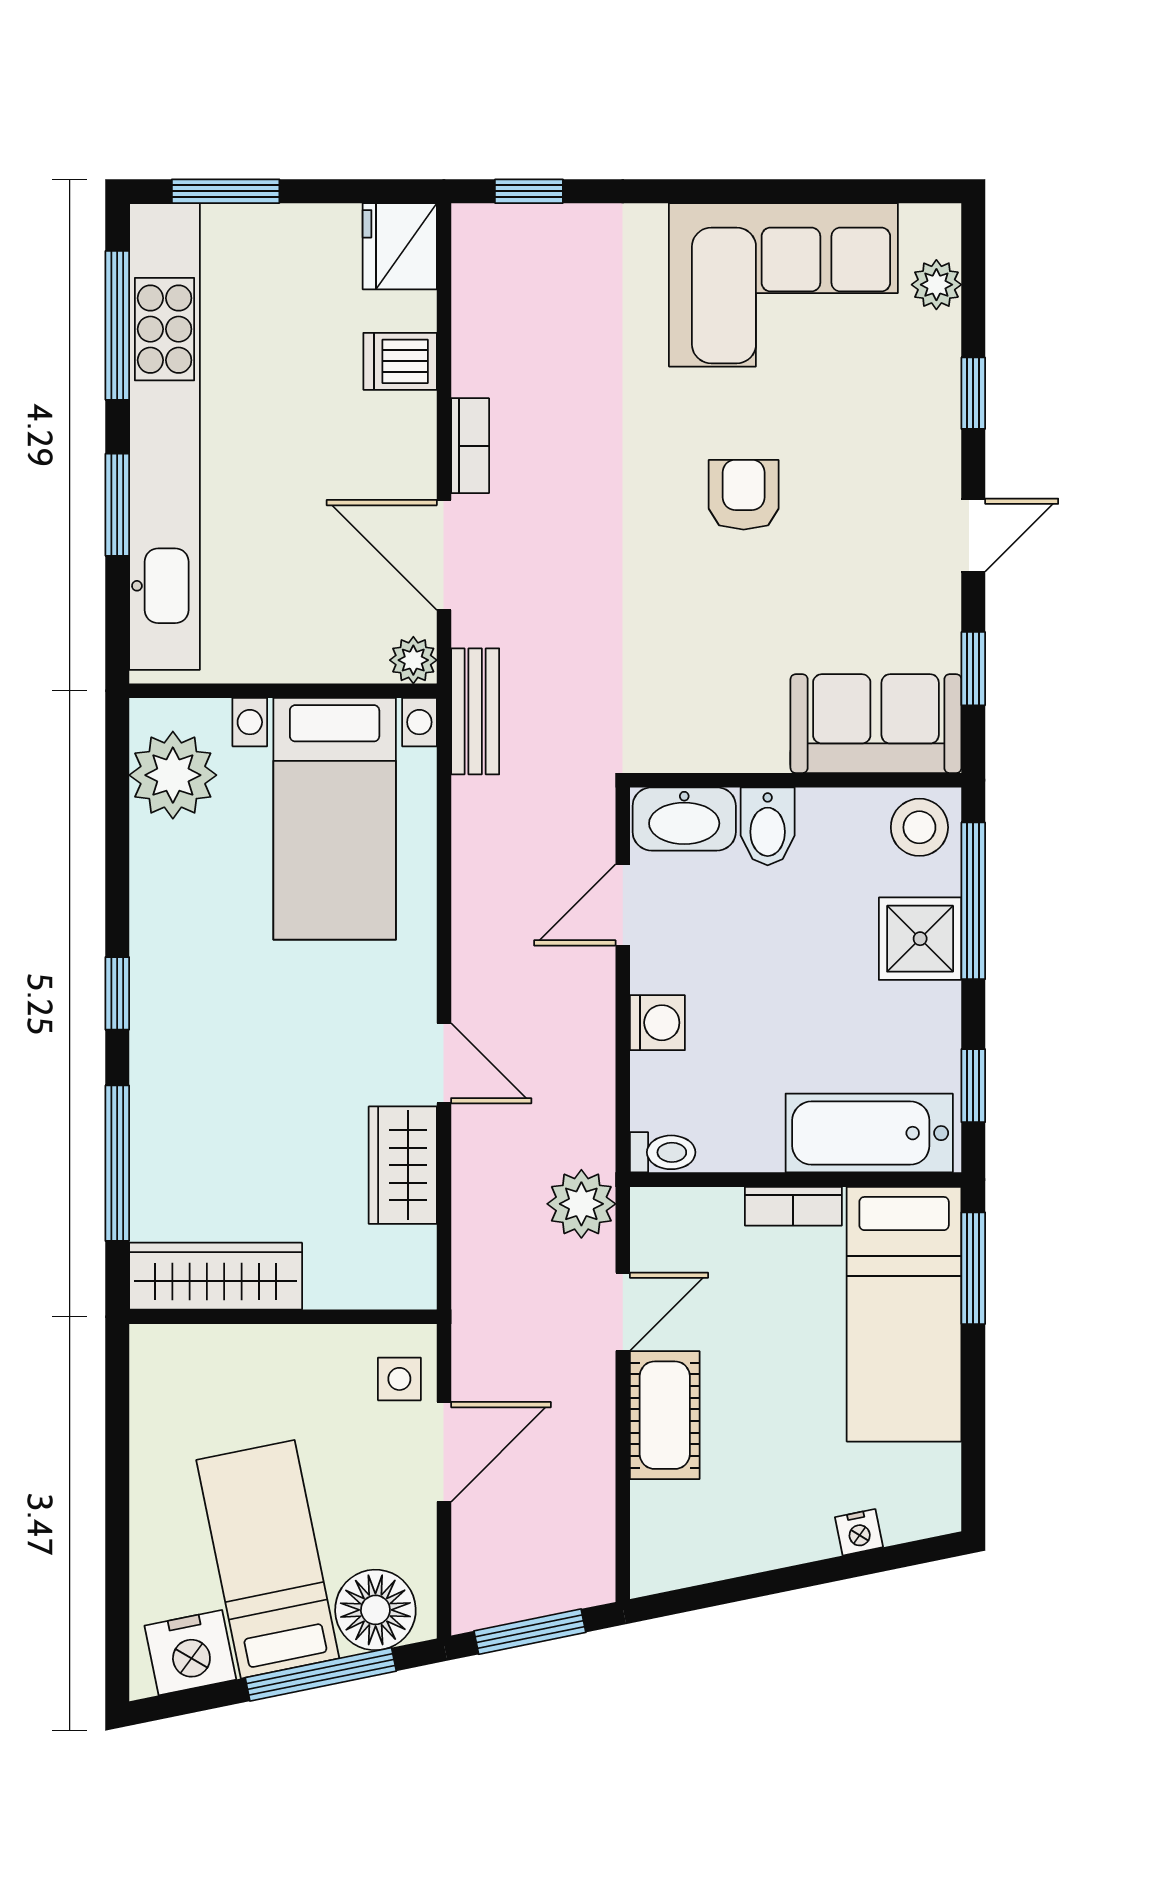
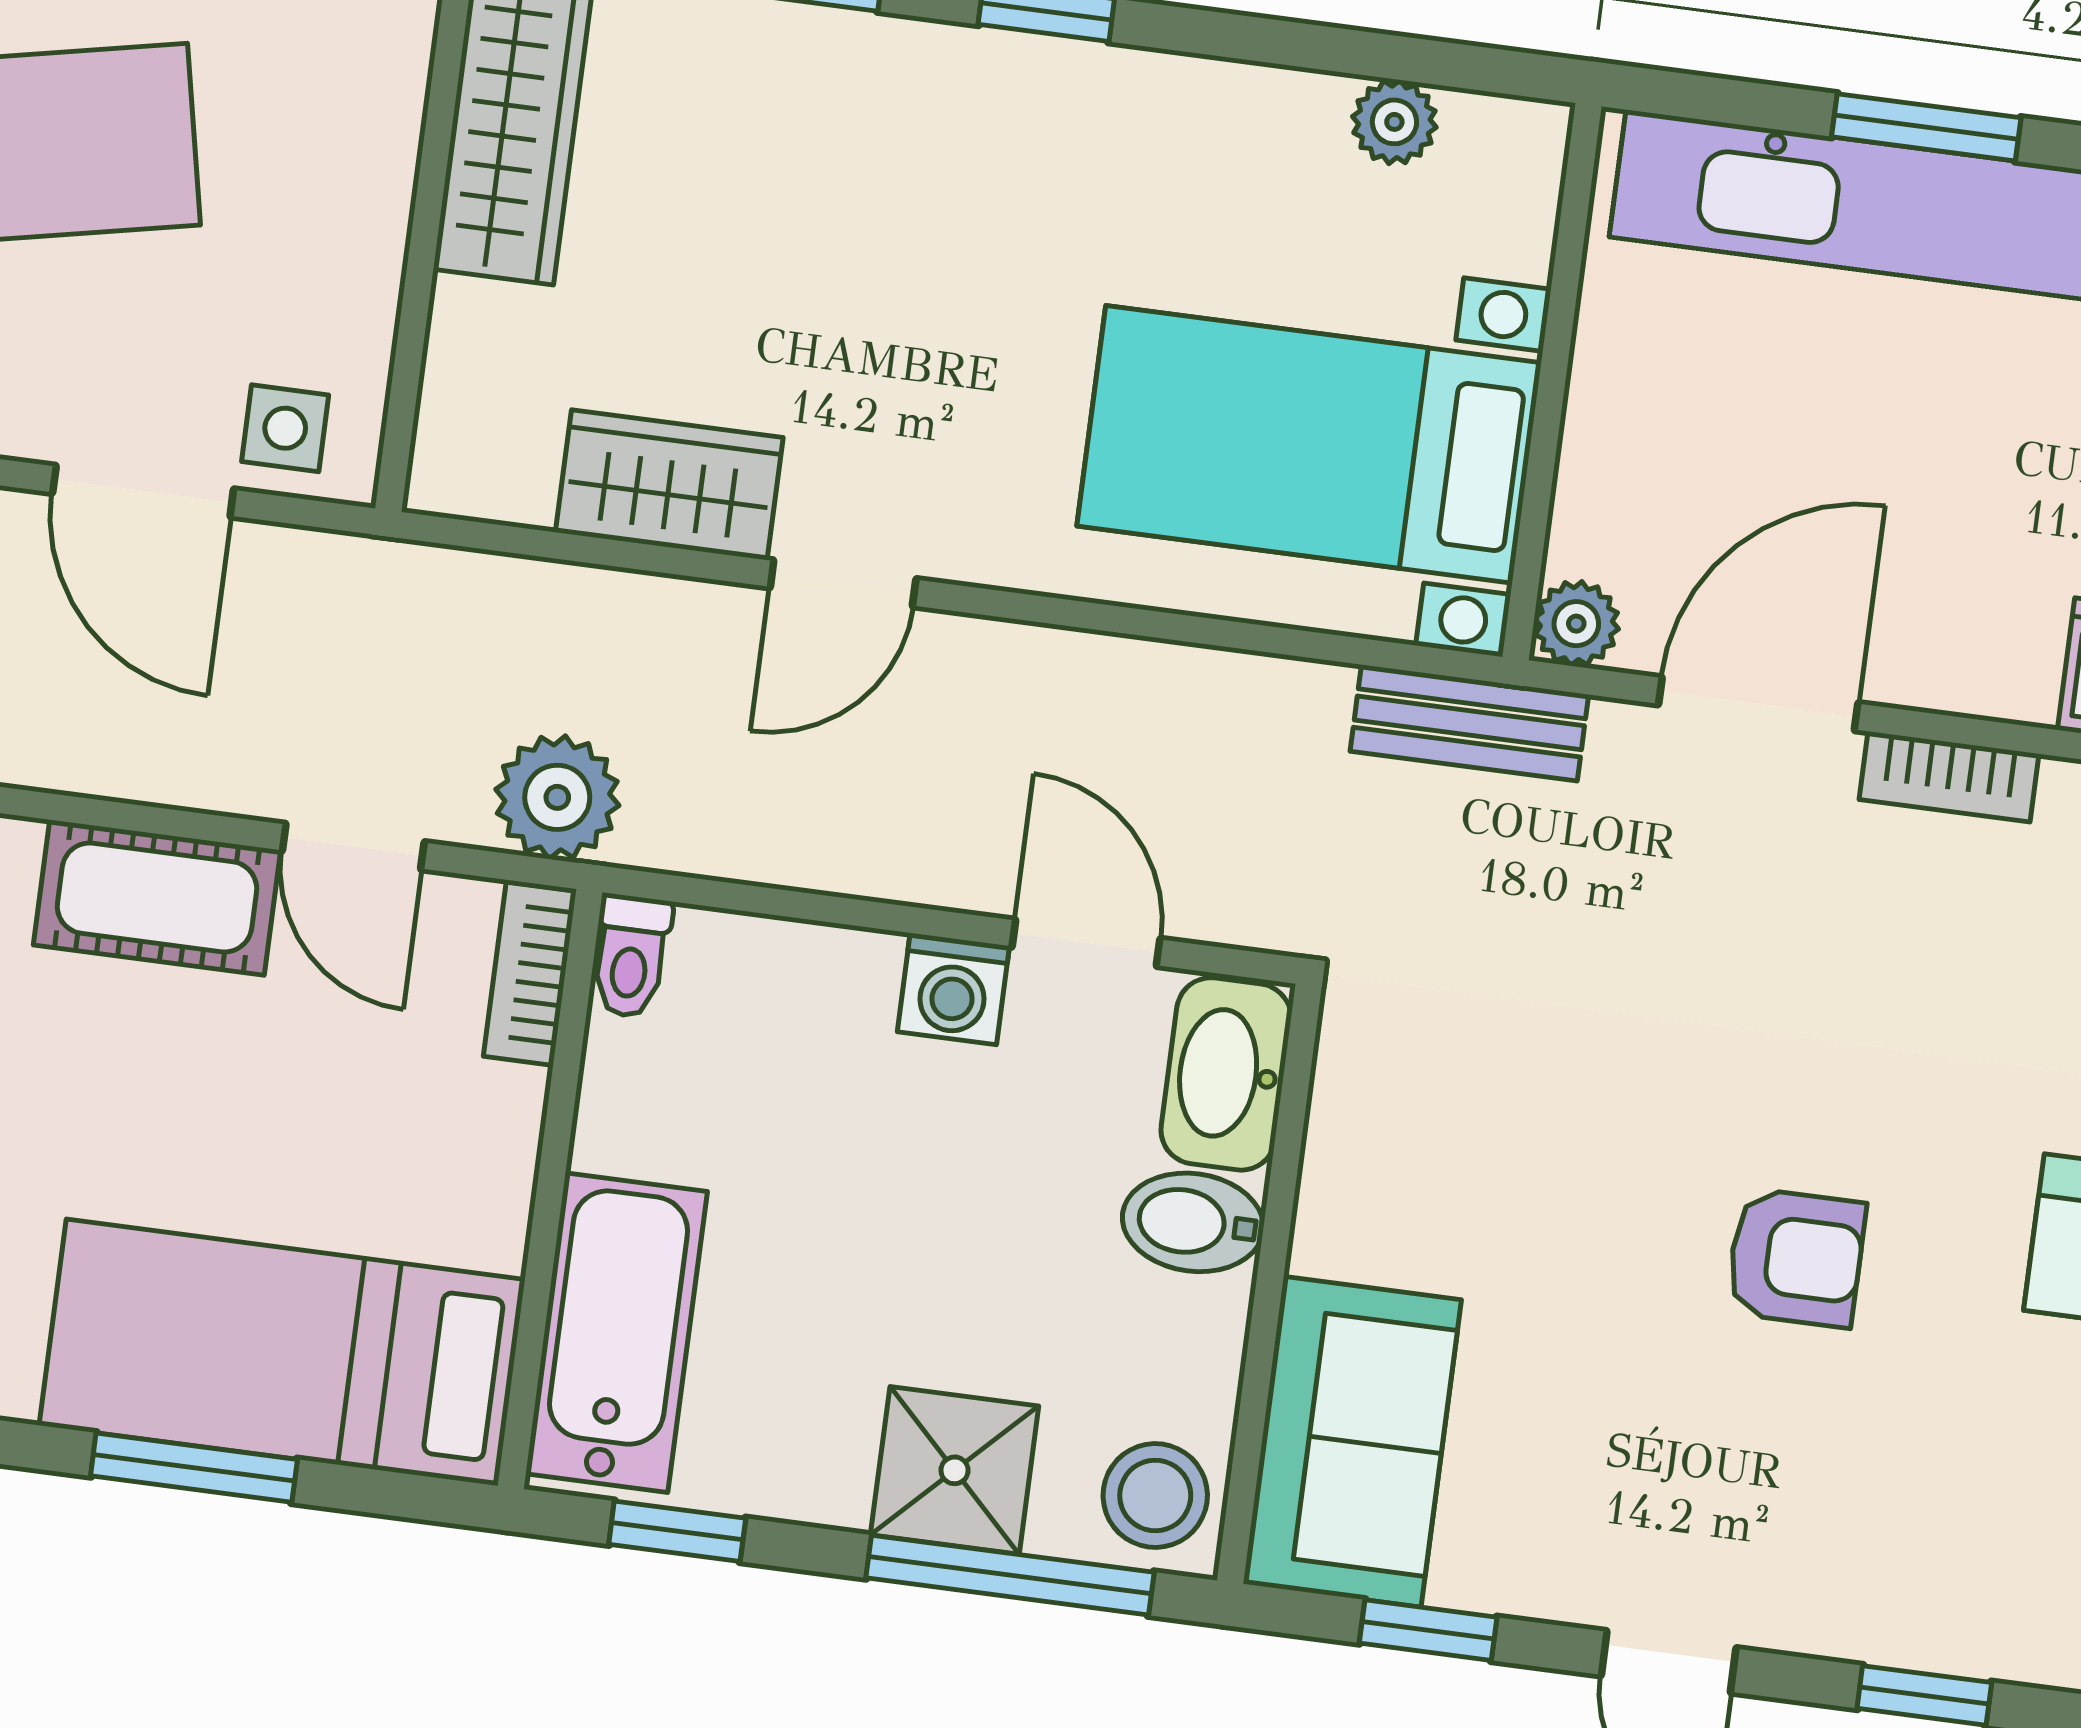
plant: (173, 775) -> (1394, 122), width x0.53, depth x0.53
washing machine: (657, 1023) -> (953, 989), moved
bookcase: (793, 1206) -> (530, 974), moved
window: (973, 1268) -> (194, 1468), moved

